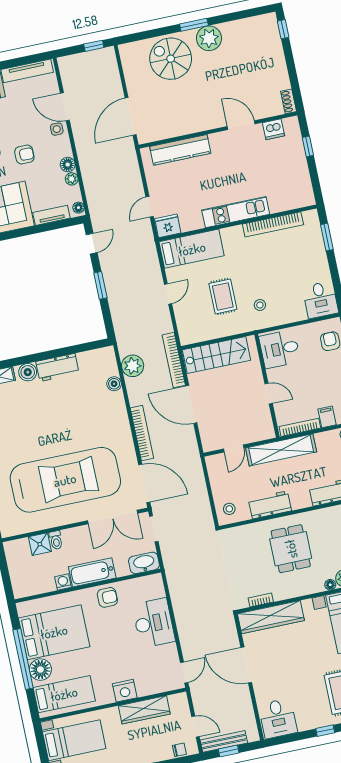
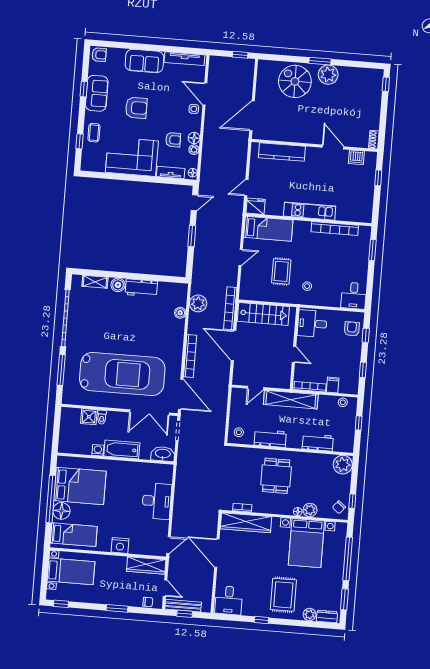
armchair: (24, 154) -> (173, 140), moved
armchair: (107, 597) -> (128, 472), removed
wardrobe: (144, 710) -> (146, 565), moved

